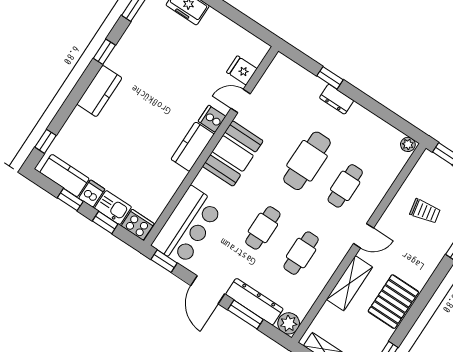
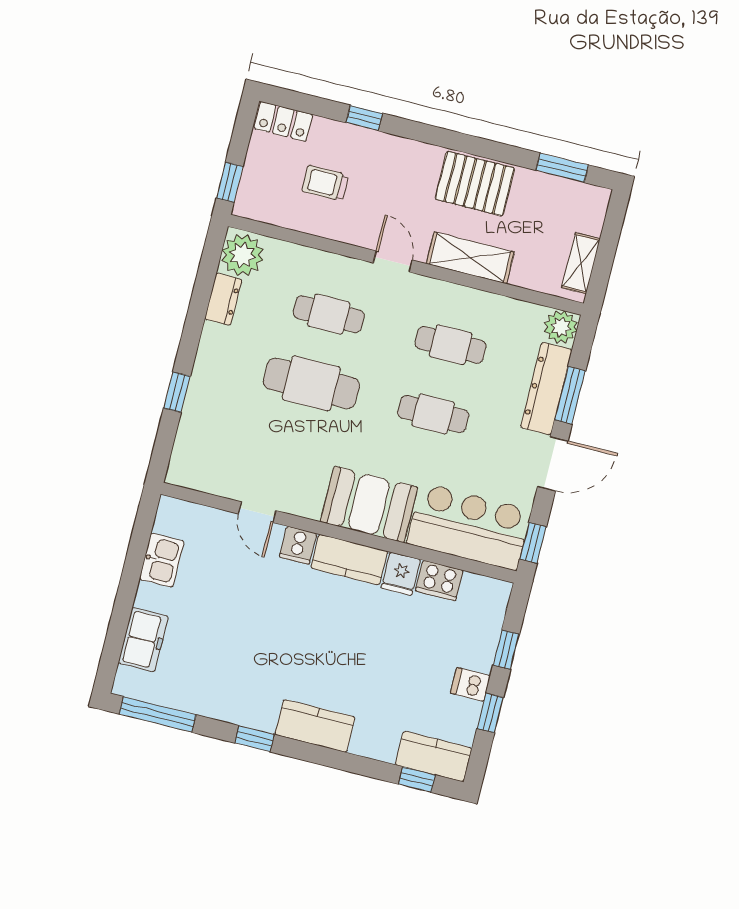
fridge: (242, 70) -> (401, 574), moved
dresser: (337, 99) -> (223, 299), moved
plant: (408, 144) -> (242, 255), width x1.87, depth x1.87
booth: (233, 154) -> (369, 504), moved
kitchen counter: (65, 176) -> (433, 756), moved, turned 90
kitchen sink: (113, 208) -> (162, 560), moved, turned 180
trolley: (425, 211) -> (325, 183), turned -79
cooker: (138, 225) -> (439, 581), moved, turned -90

